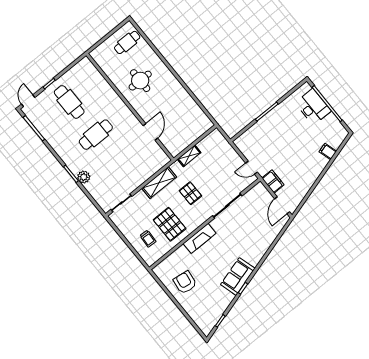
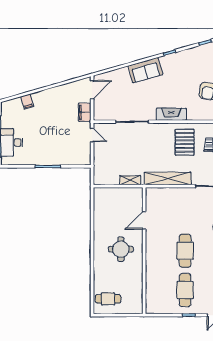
round table: (140, 81) -> (121, 249), moved
cafe table: (96, 135) -> (185, 251), turned 90
shelving: (159, 183) -> (168, 179), width x1.47
pallet: (190, 193) -> (151, 152), removed
sofa: (238, 276) -> (145, 70), moved

